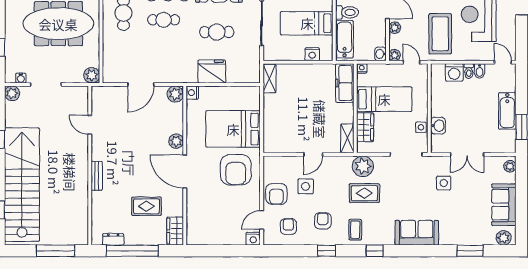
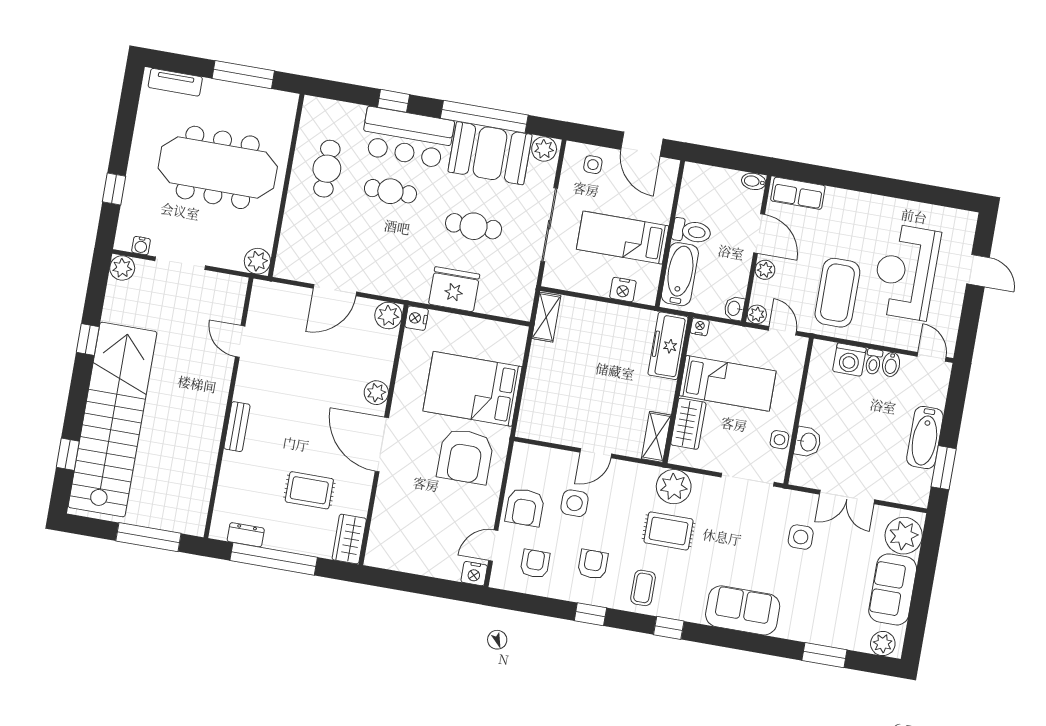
plant: (510, 166) -> (904, 536), width x1.88, depth x1.88

